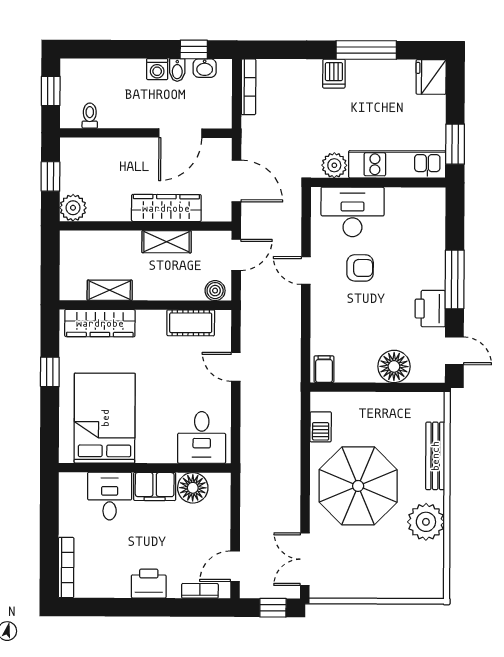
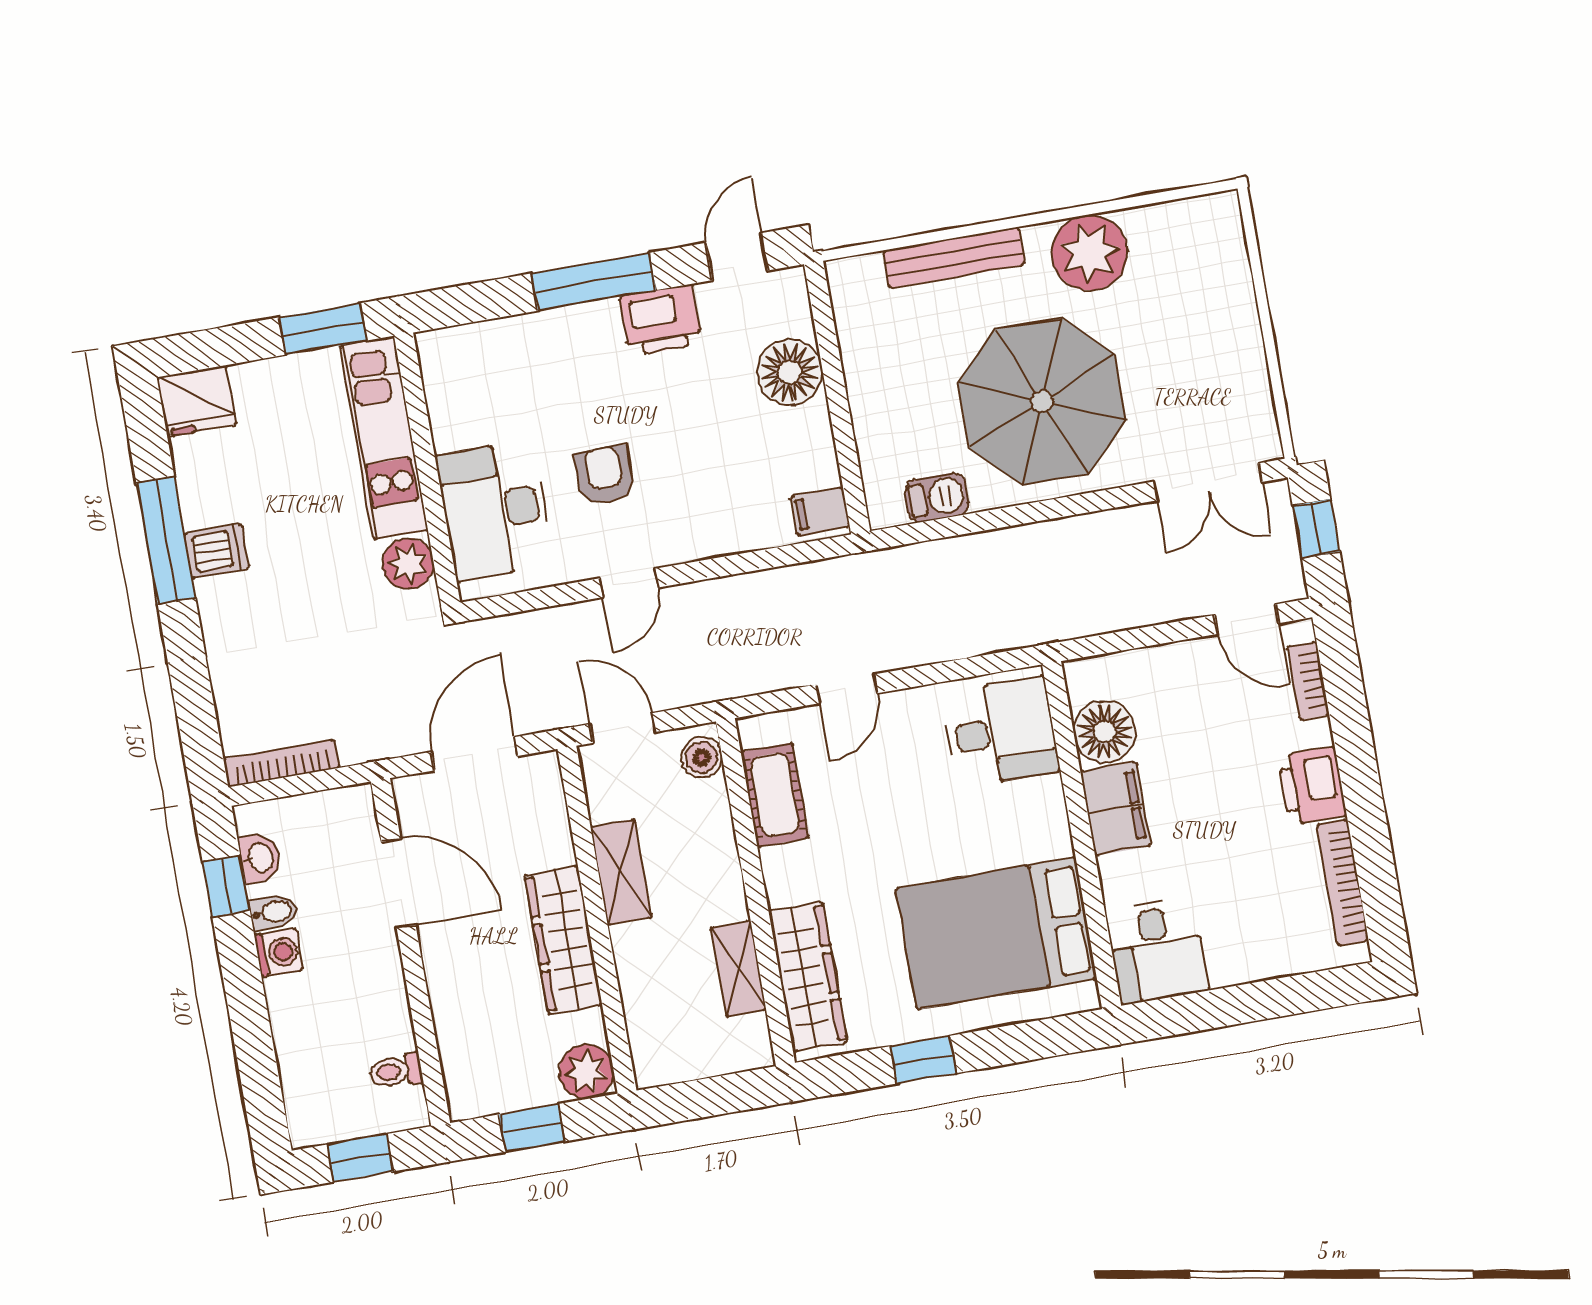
dishwasher: (334, 74) -> (217, 551), moved
wardrobe: (166, 208) -> (563, 940), moved
desk: (110, 496) -> (1157, 951), moved, turned -90
bookcase: (66, 568) -> (1343, 883), moved, turned -90

